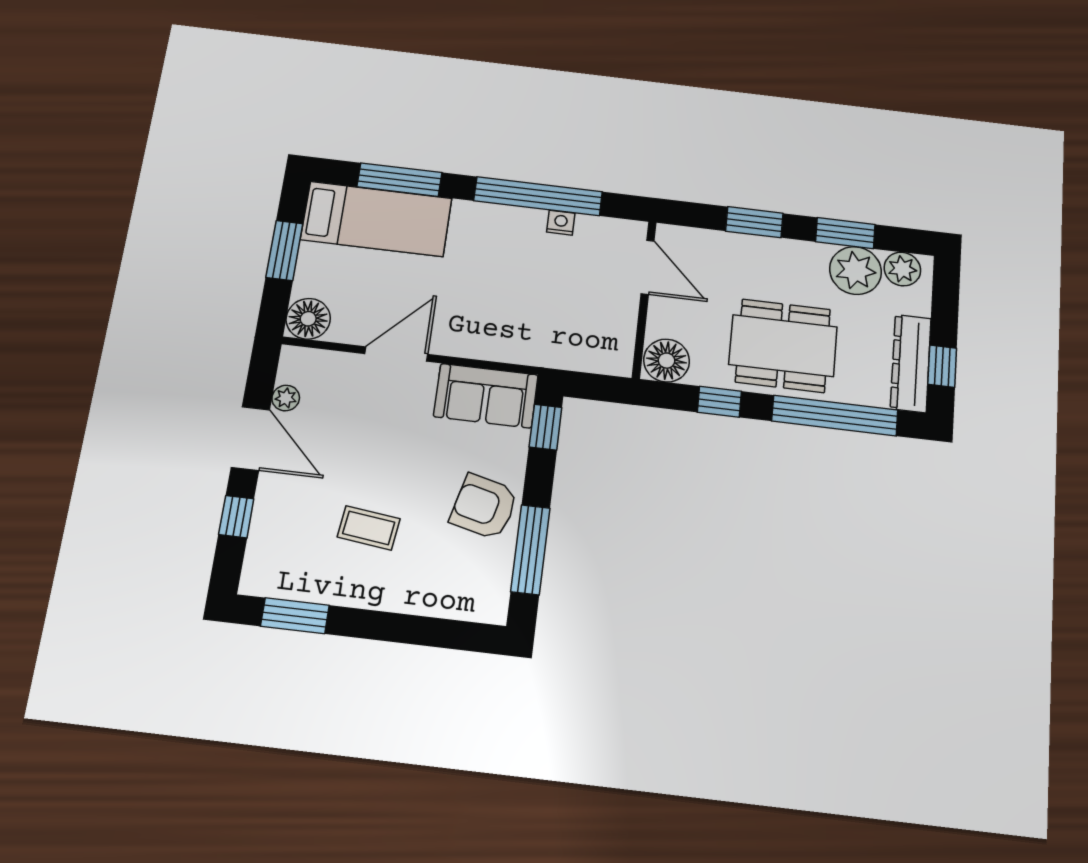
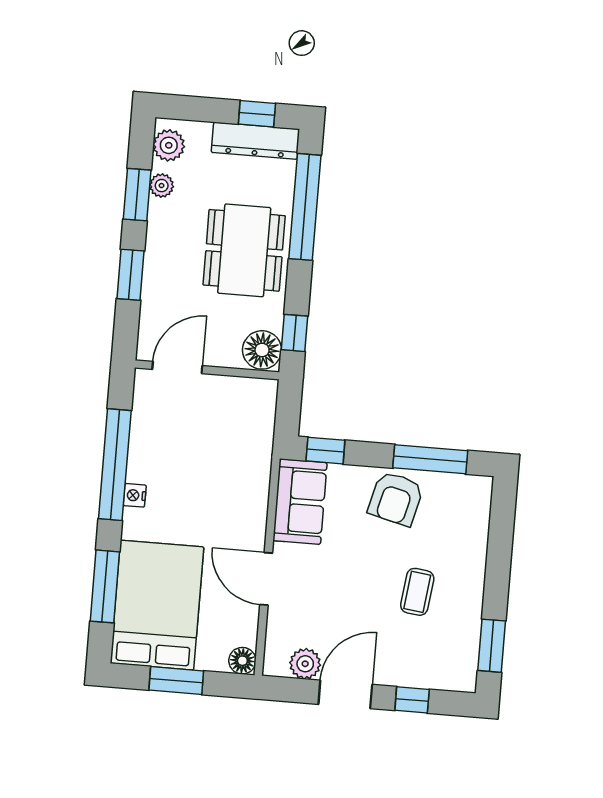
bed: (376, 219) -> (157, 605), width x1.50
nightstand: (561, 223) -> (135, 495), moved
plant: (856, 270) -> (162, 186), width x0.53, depth x0.53
floor lamp: (308, 319) -> (242, 661), width x0.73, depth x0.73
plant: (286, 398) -> (305, 664), width x1.38, depth x1.38
window: (719, 402) -> (295, 333), moved

